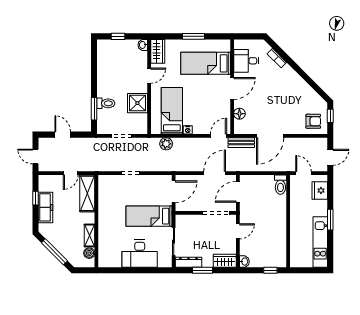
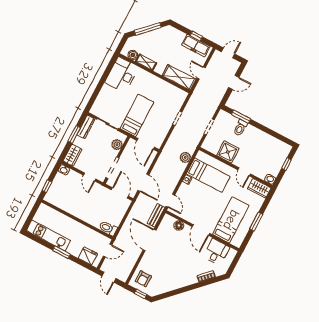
freezer: (46, 207) -> (196, 46), moved
plant: (190, 221) -> (117, 145), added
desk: (140, 254) -> (122, 75), moved

